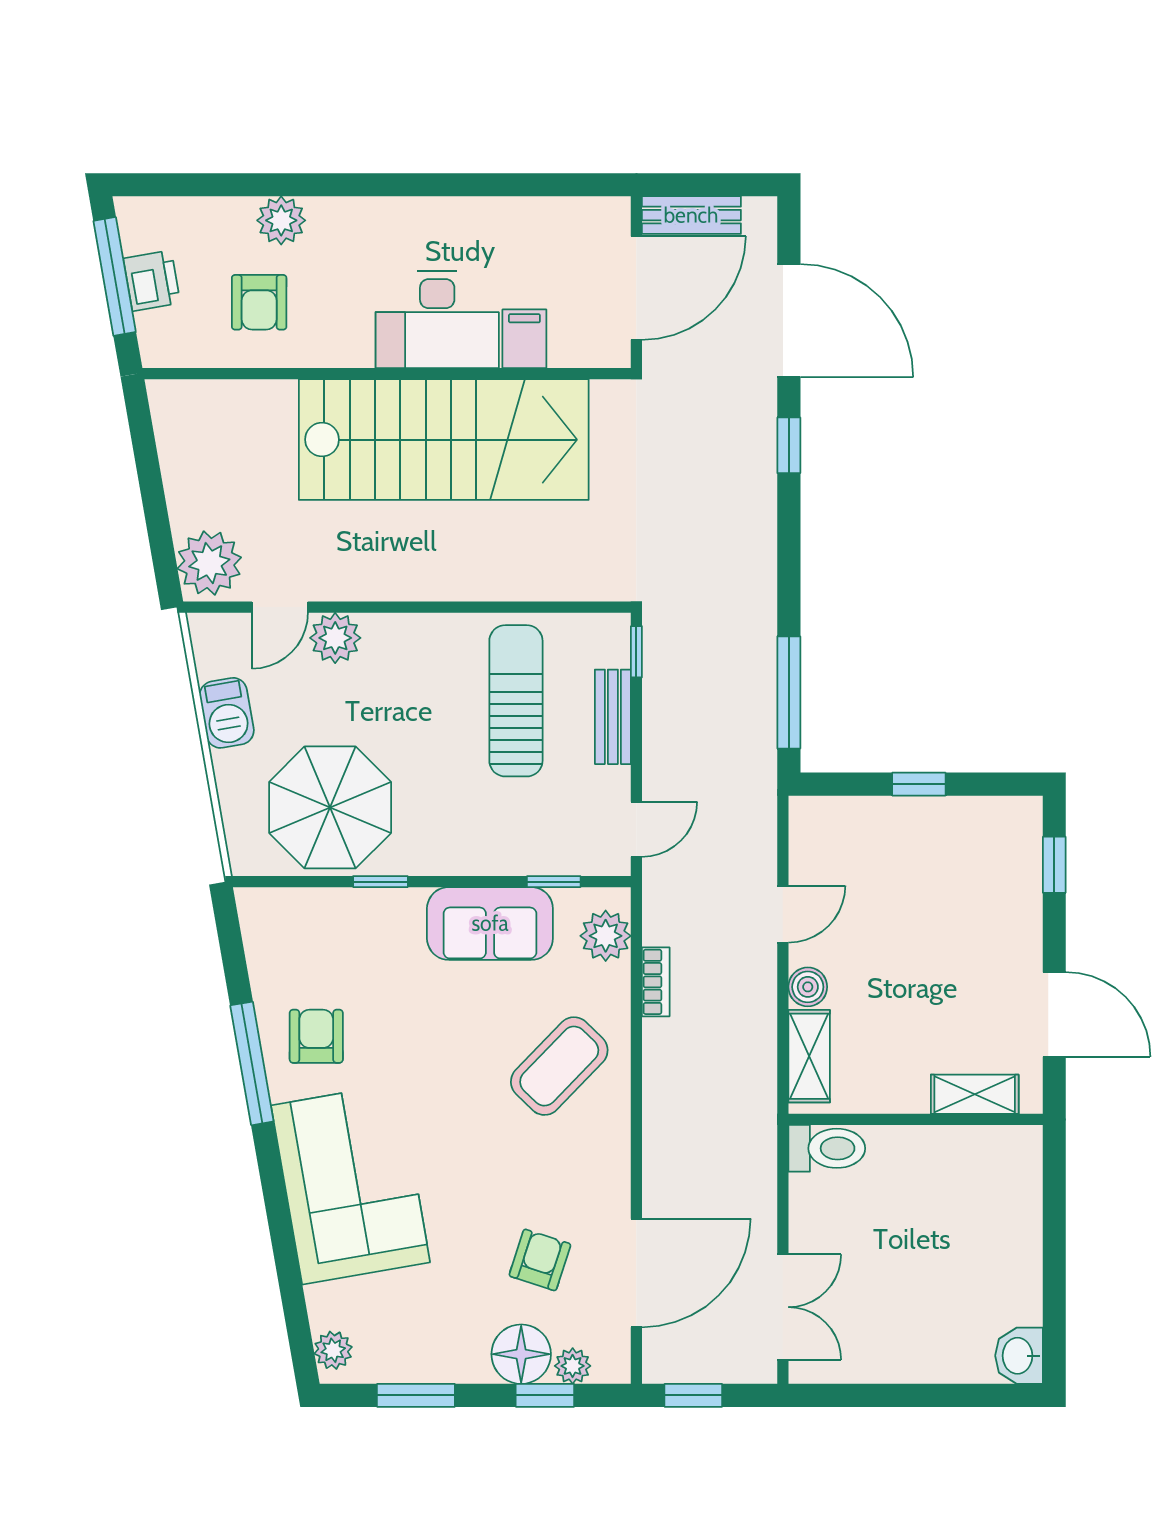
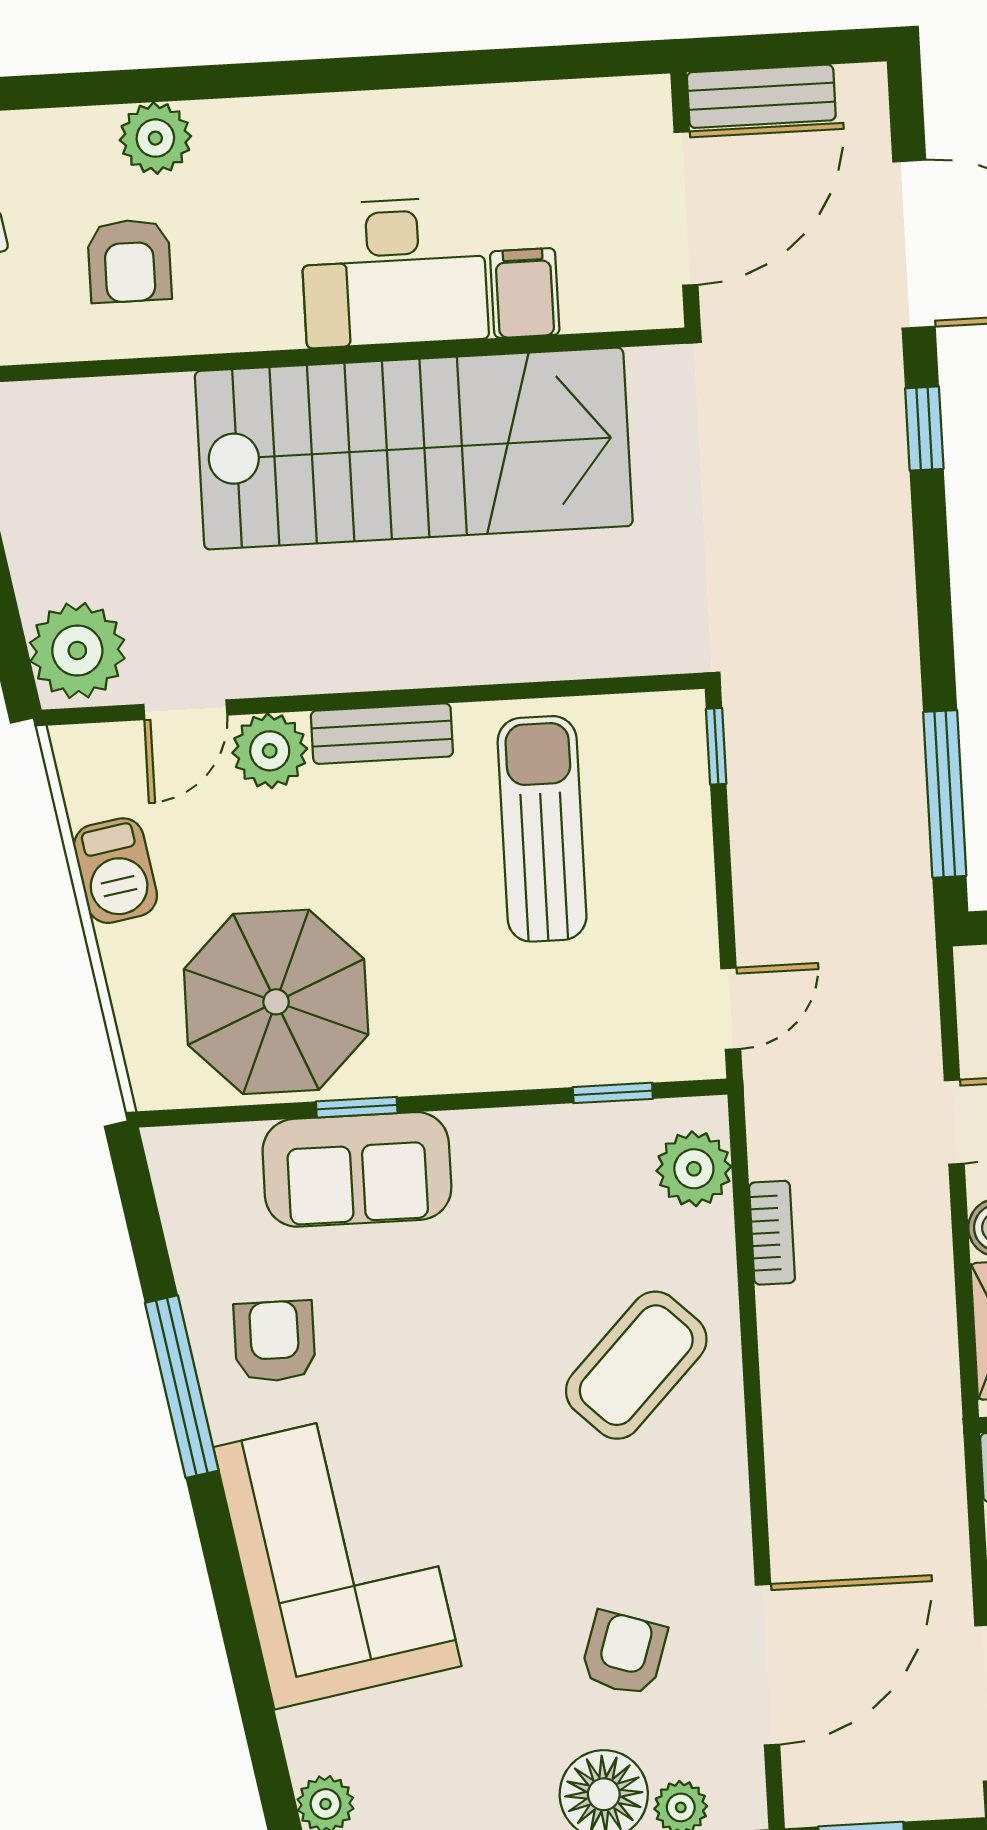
bench: (613, 717) -> (382, 734), moved, turned 90
sofa: (490, 923) -> (357, 1169), moved

